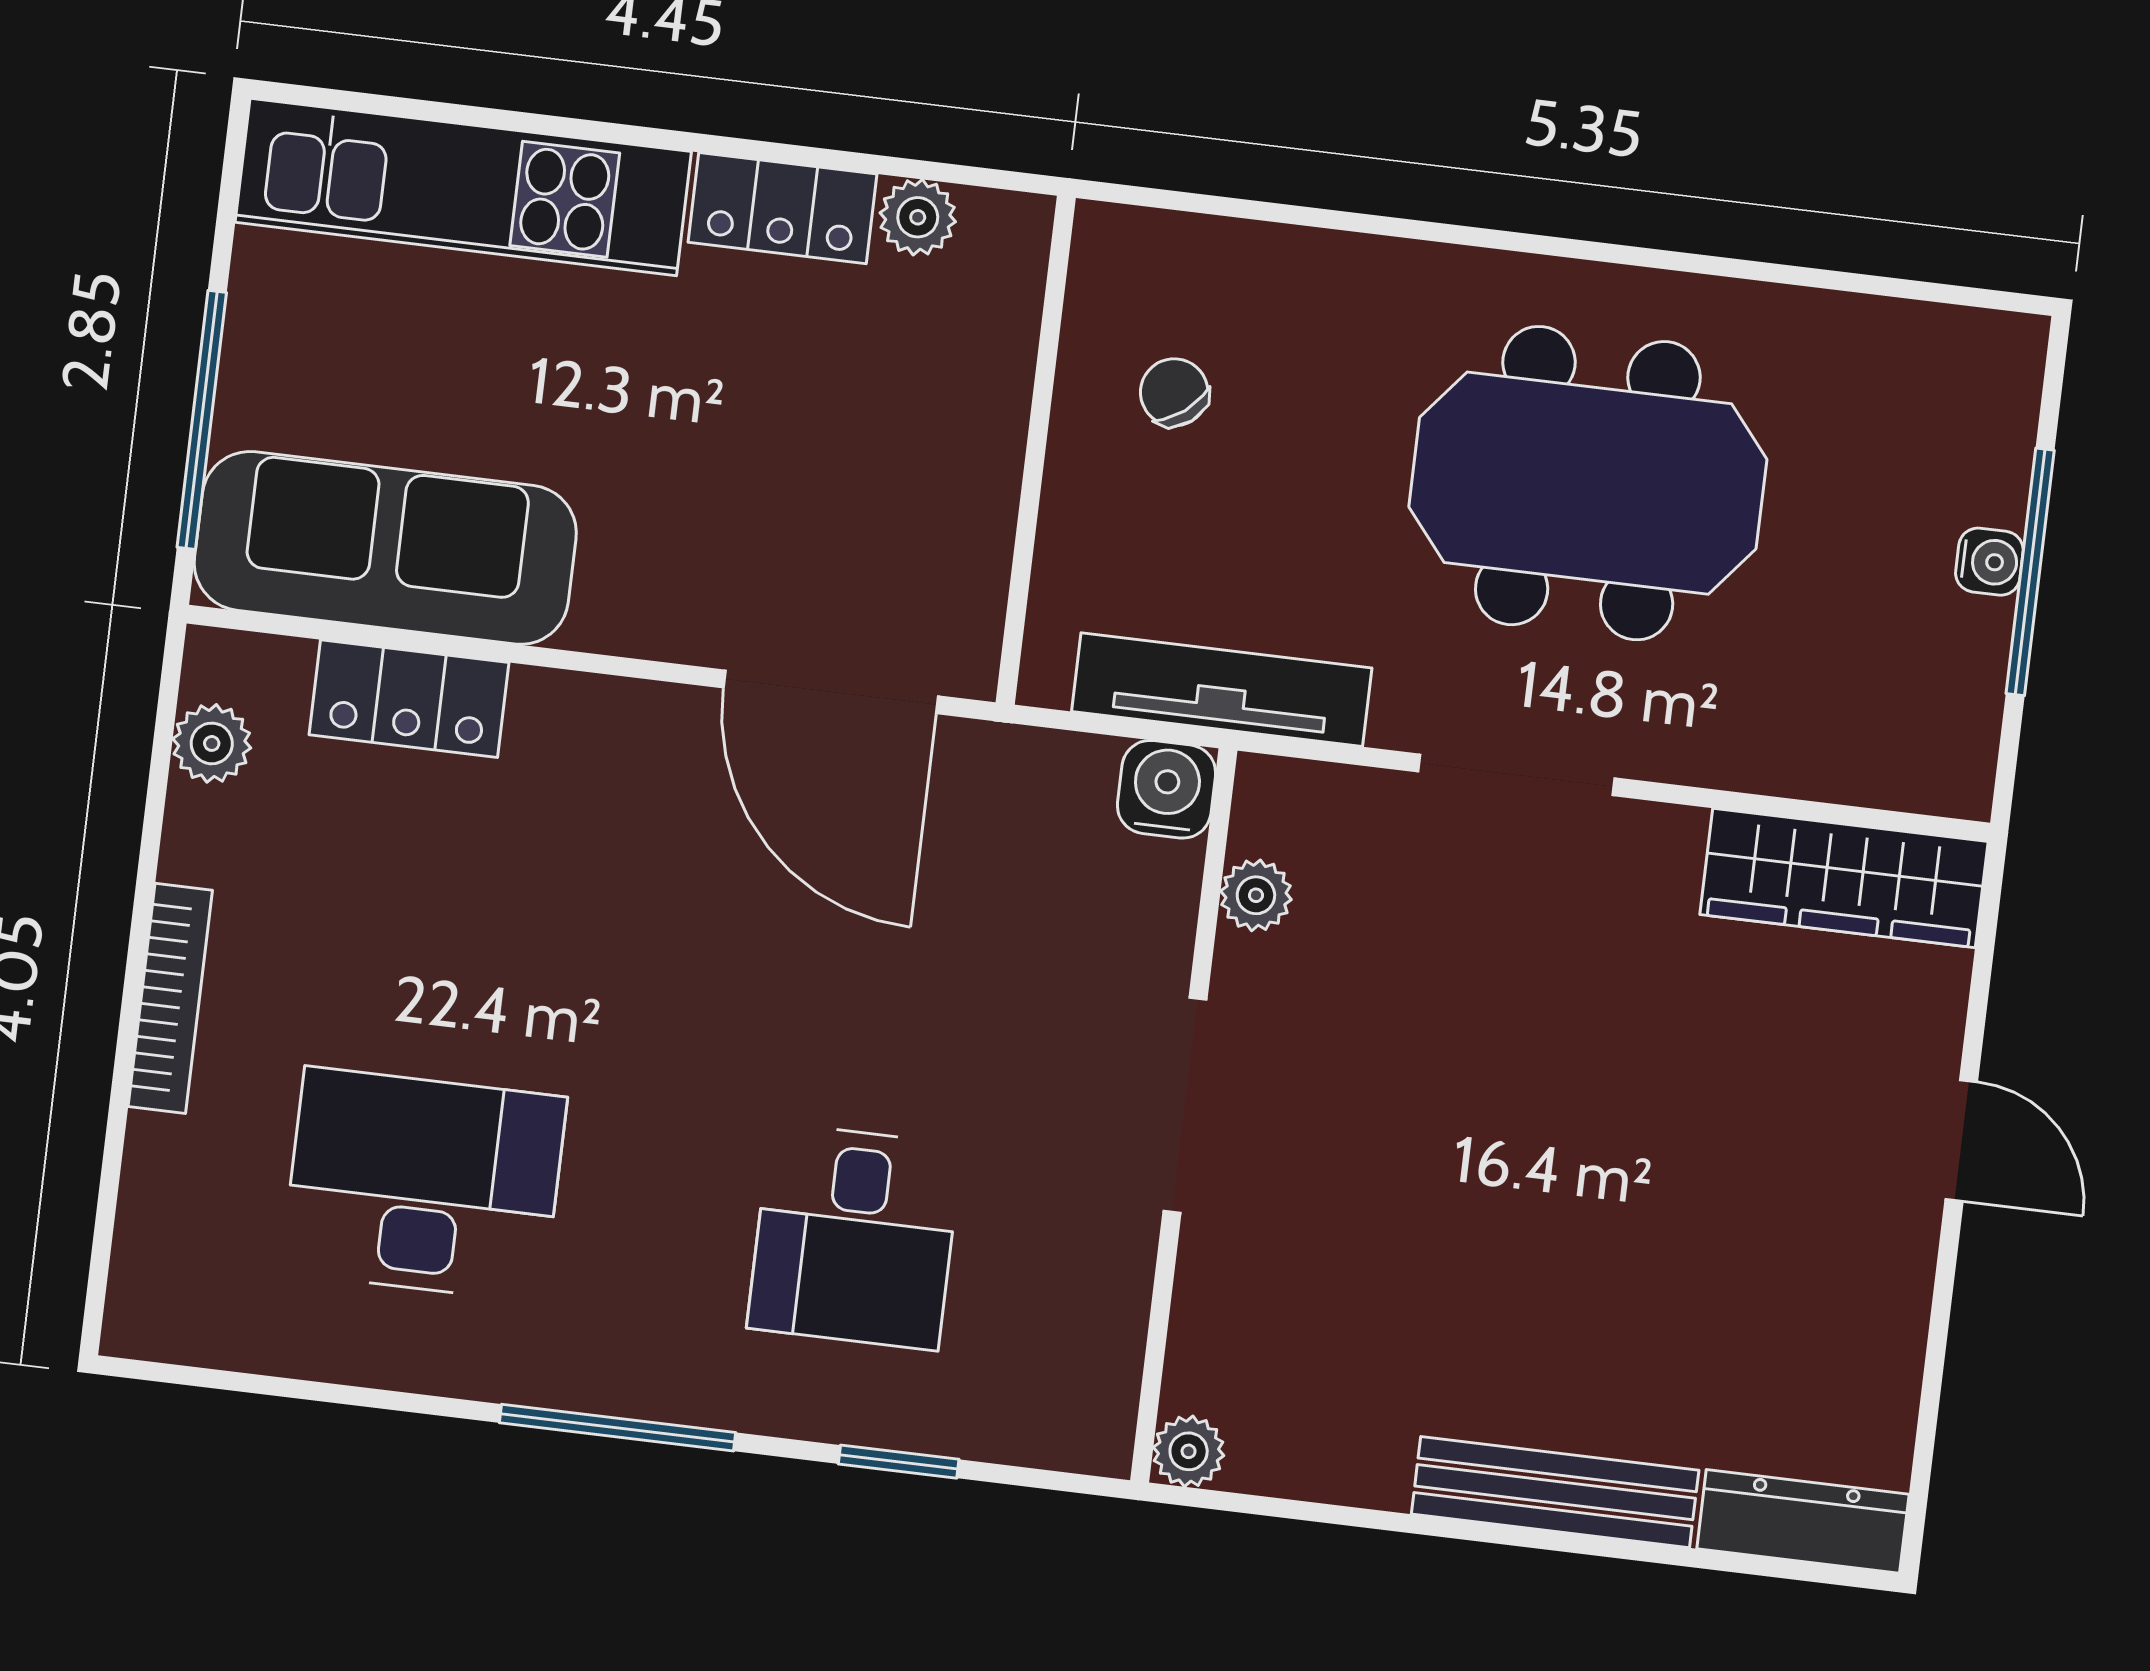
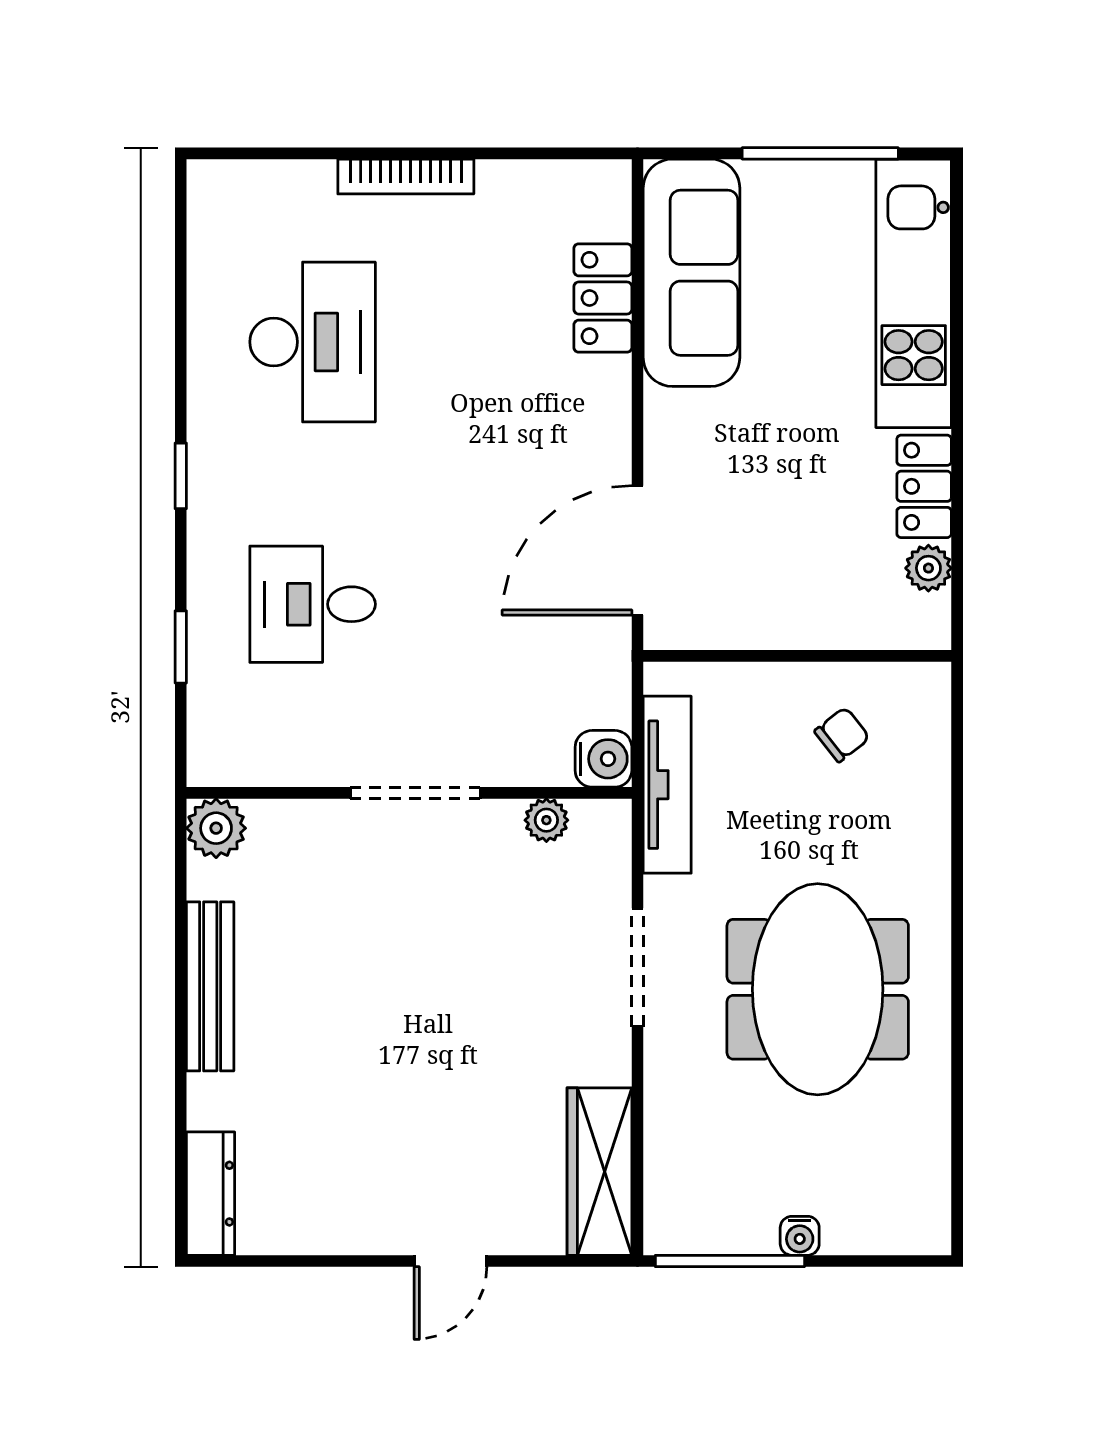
window: (202, 420) -> (820, 153), moved
window: (2030, 572) -> (730, 1261), moved
plant: (212, 743) -> (562, 183), removed
window: (617, 1428) -> (181, 476), width x0.46
plant: (1189, 1451) -> (216, 828), width x1.38, depth x1.38
bench: (1555, 1492) -> (210, 986), moved

